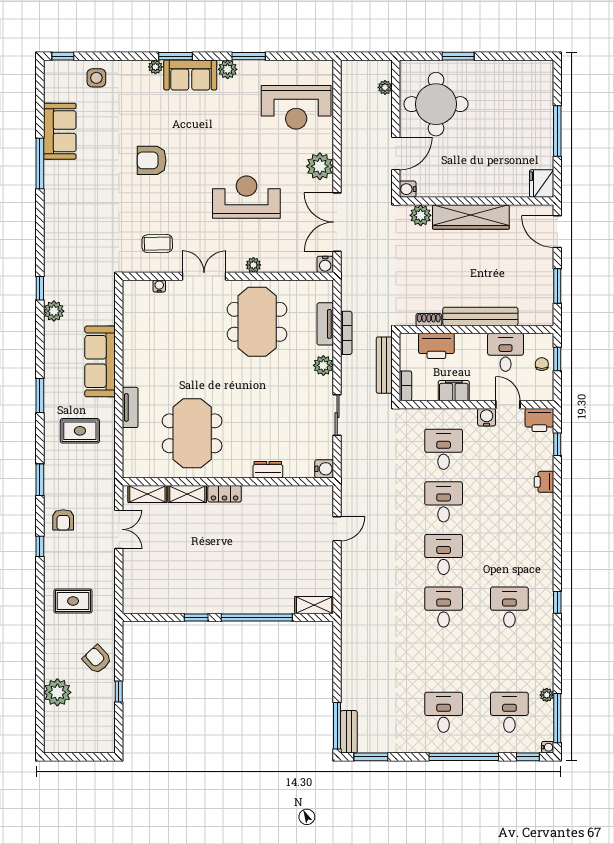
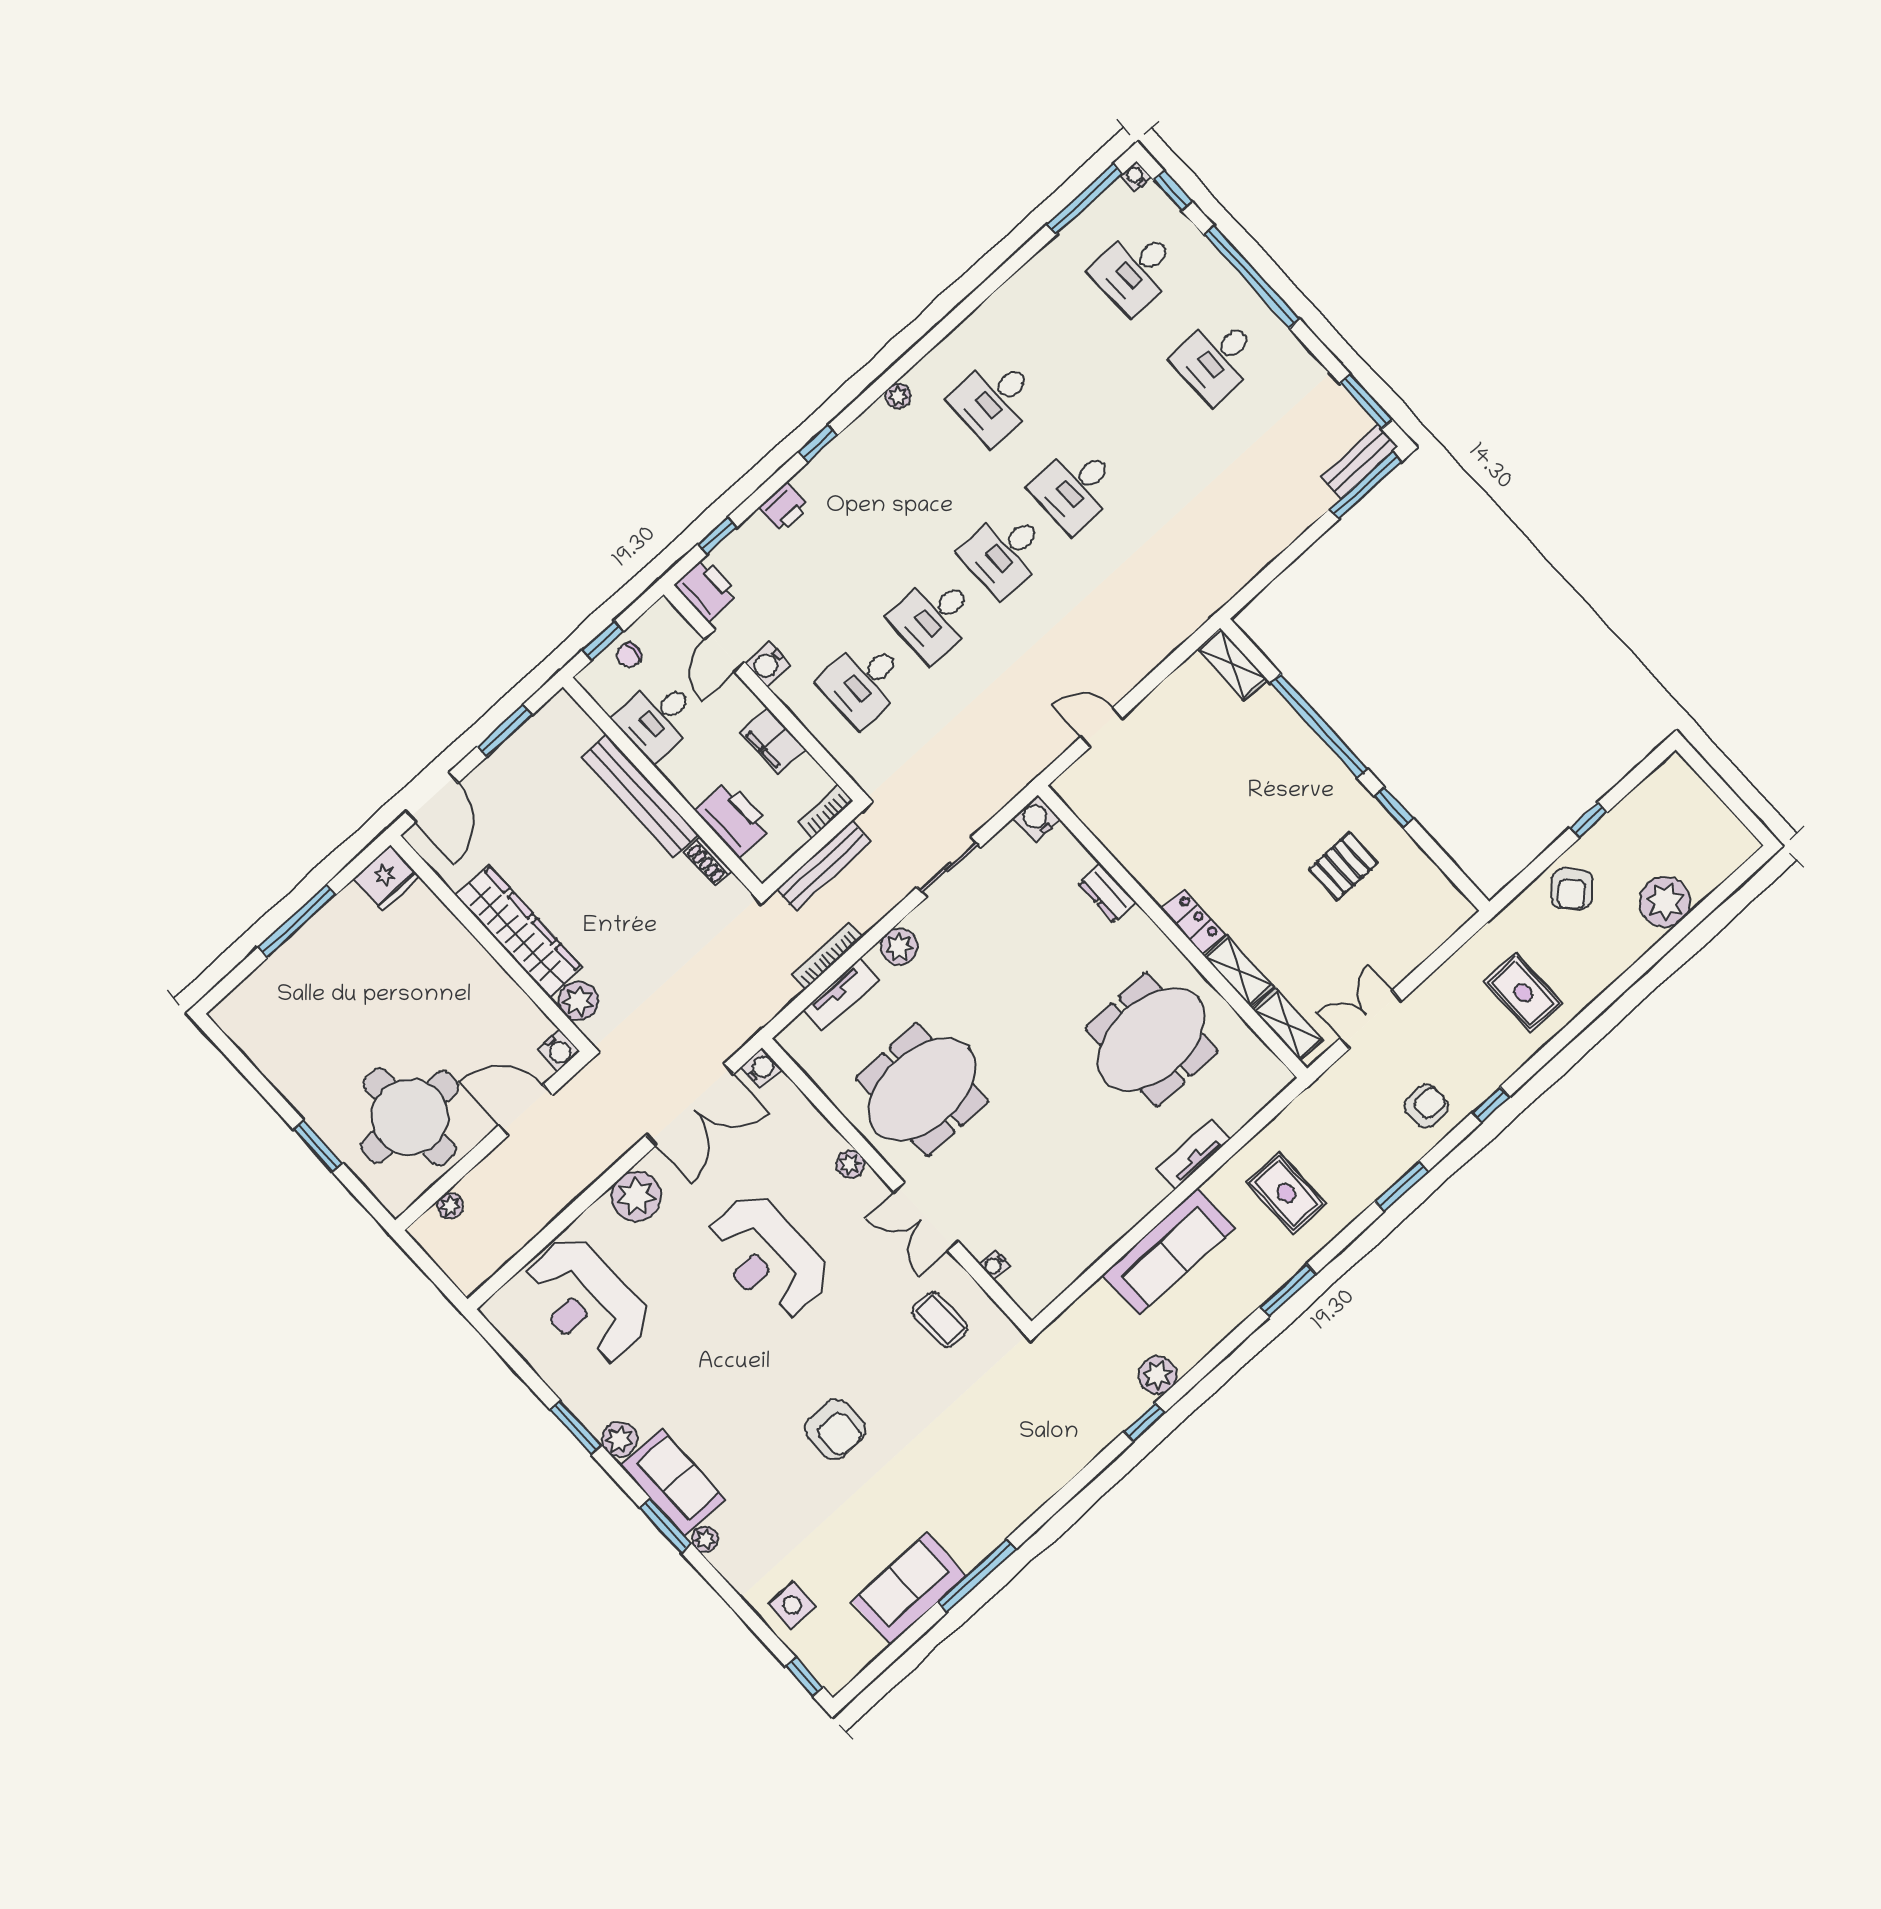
reception desk: (296, 107) -> (586, 1301), turned 180
pallet: (191, 575) -> (1343, 866), added
window: (557, 602) -> (818, 444), moved
plant: (547, 695) -> (898, 396), moved

